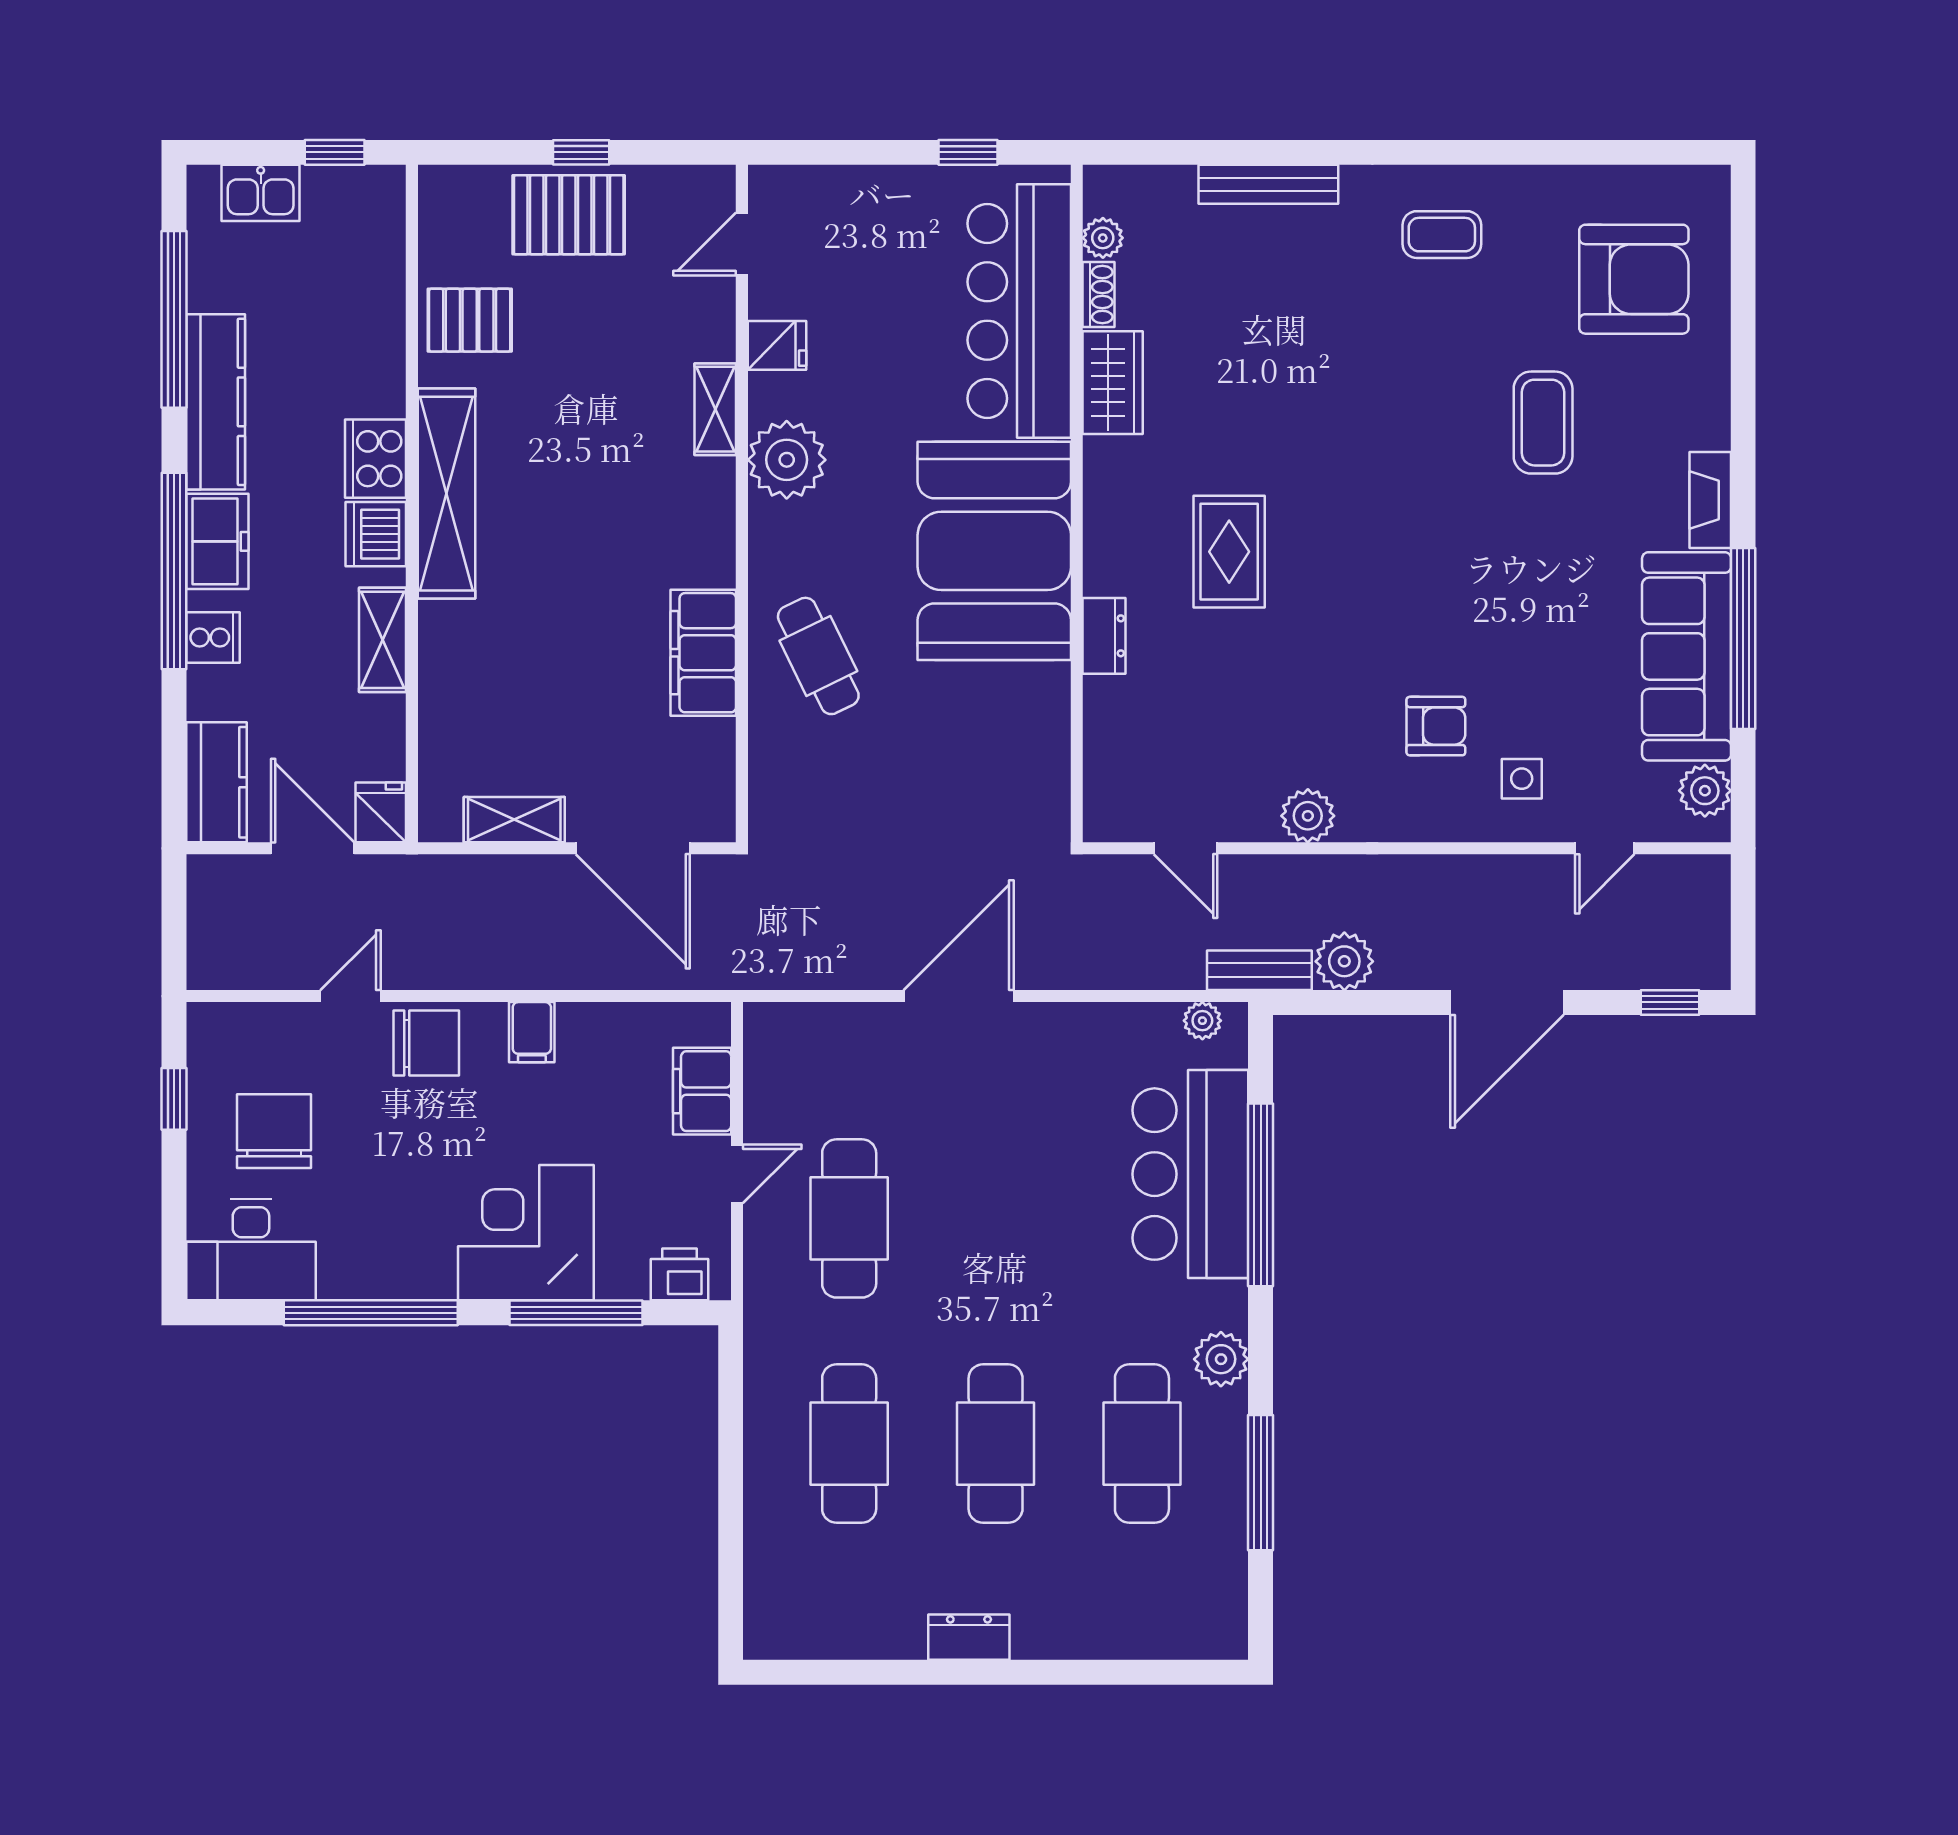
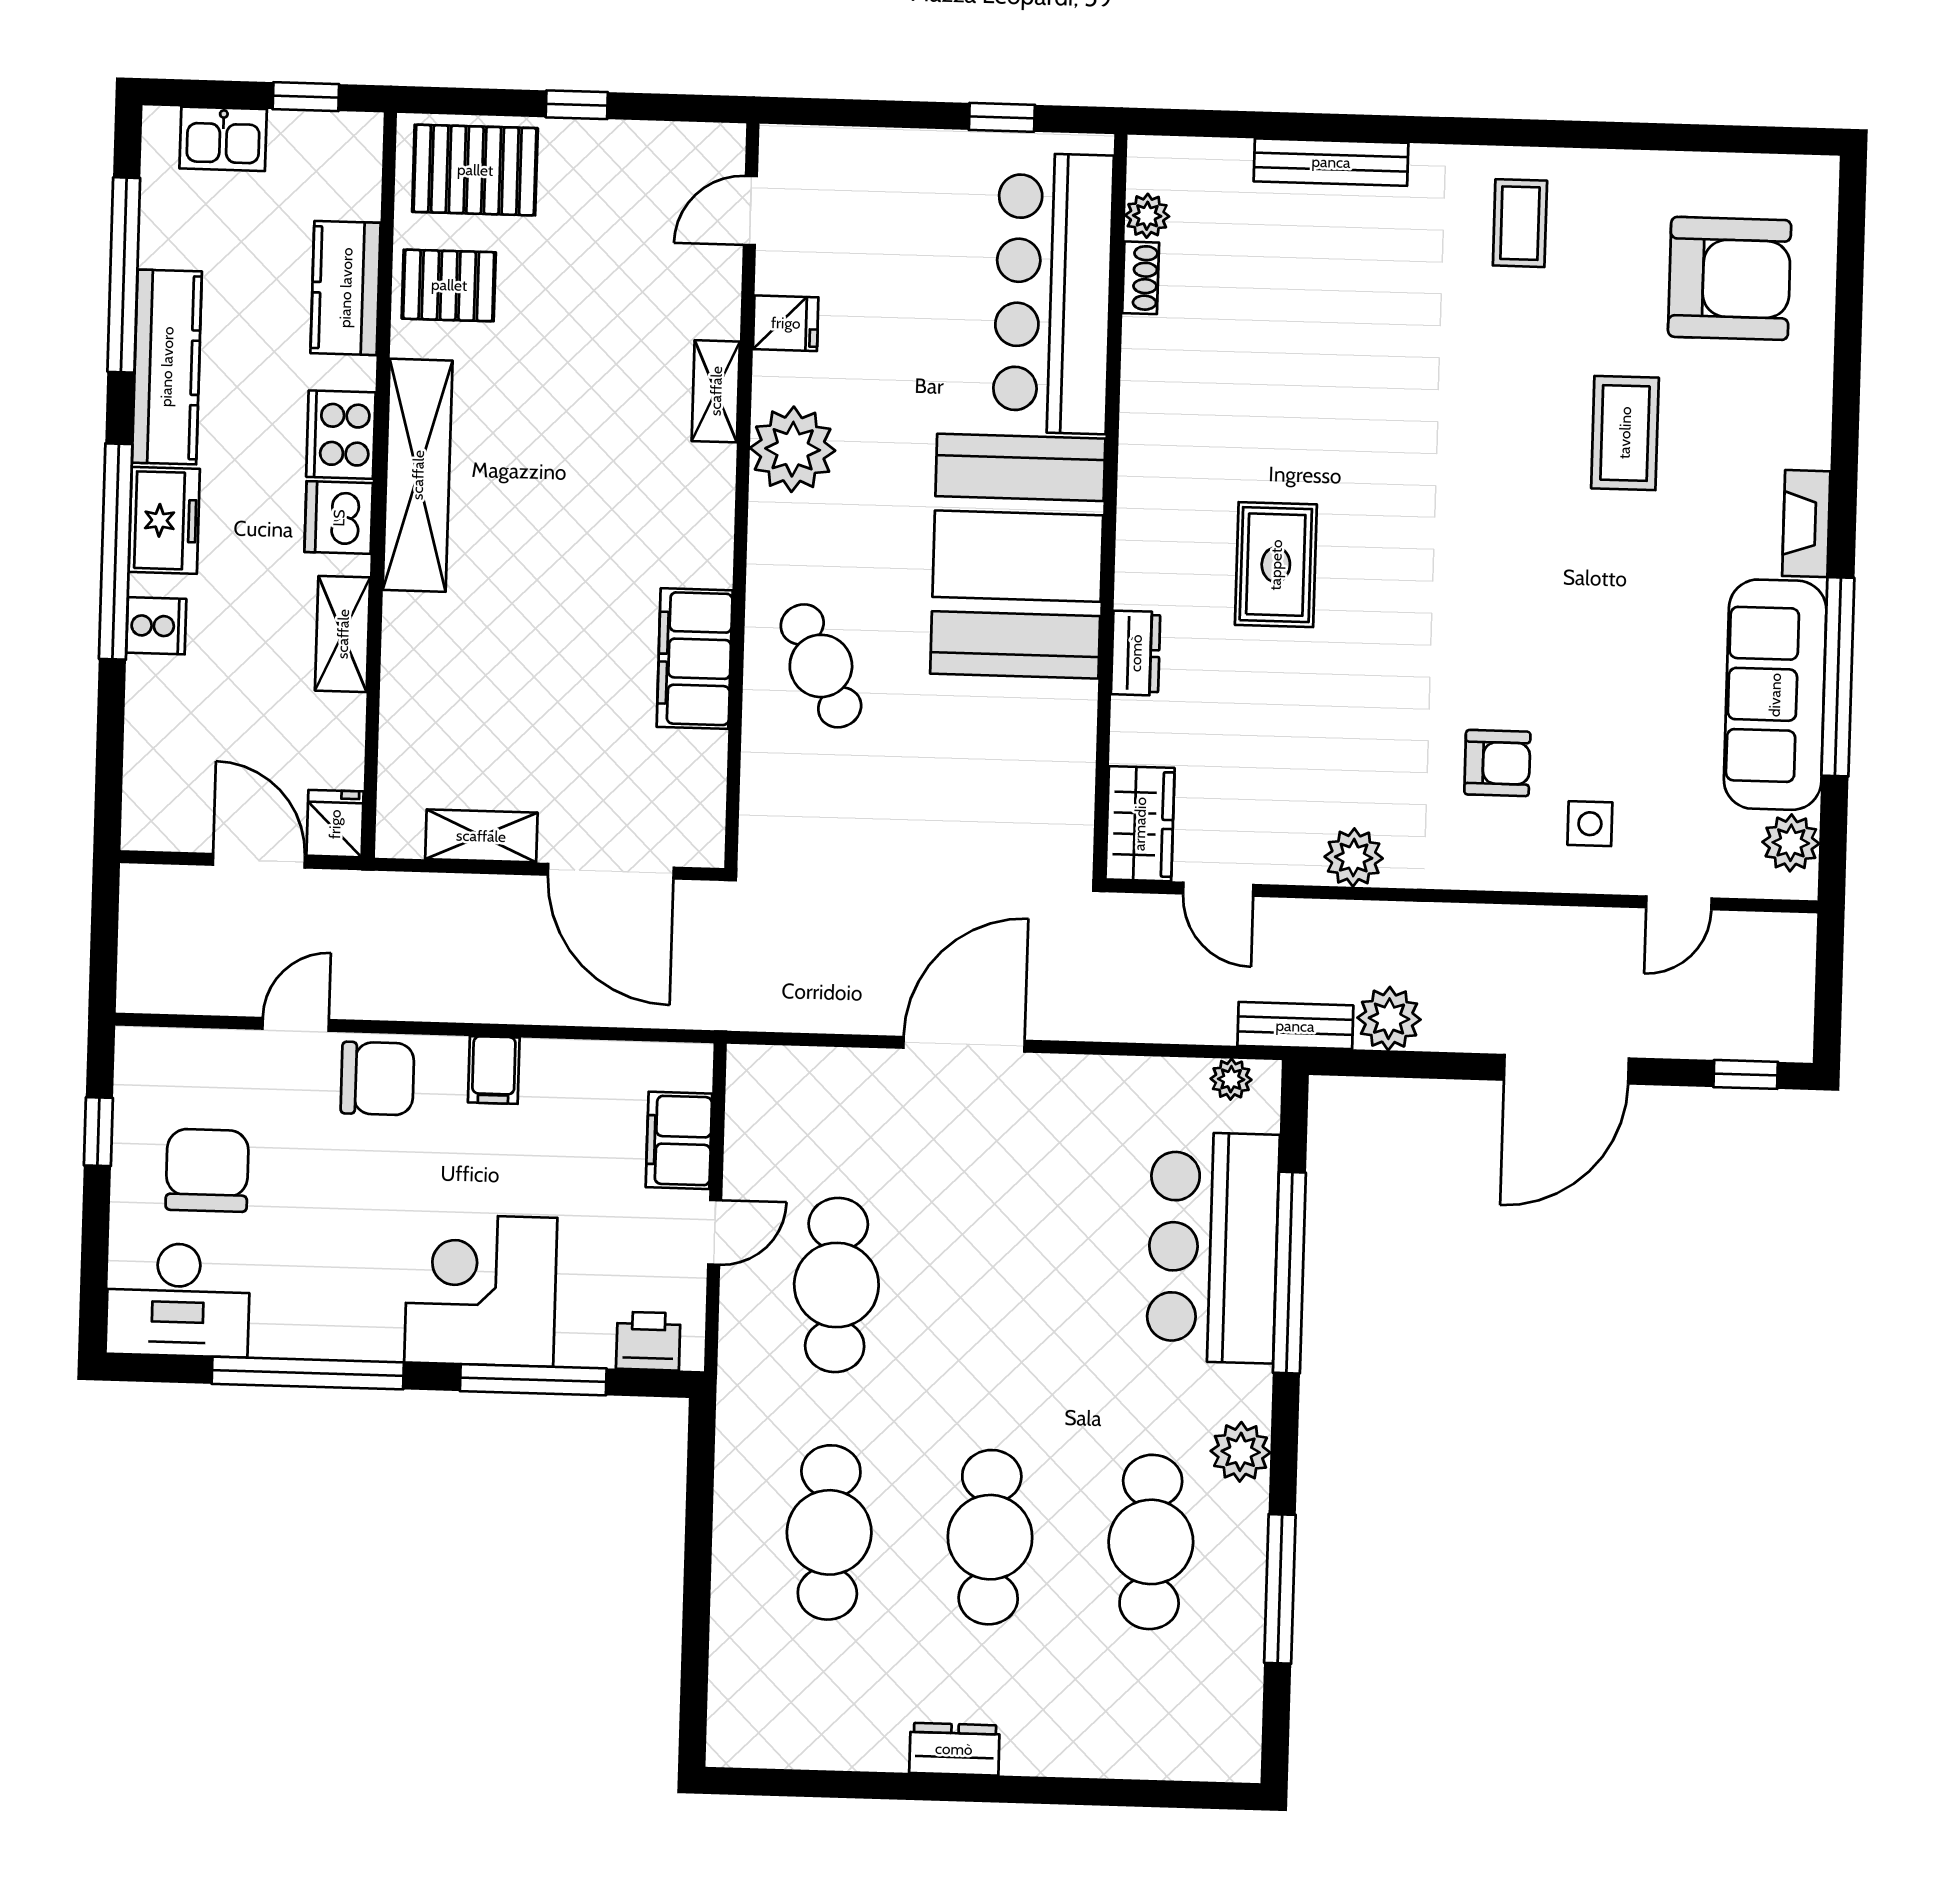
pallet: (569, 215) -> (475, 170), moved
coffee table: (1442, 235) -> (1520, 223), turned 90
wardrobe: (1113, 383) -> (1140, 824), moved
kitchen counter: (216, 782) -> (346, 288), moved, turned 180

